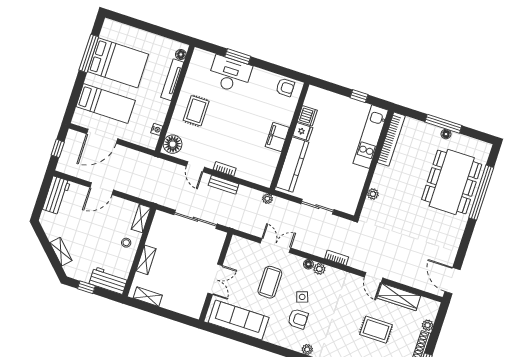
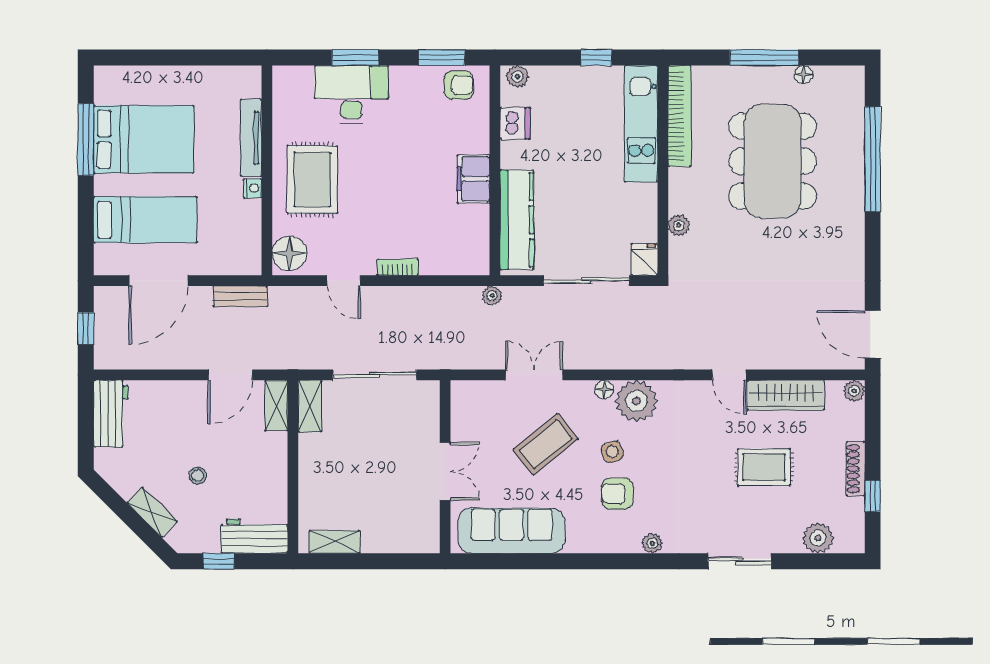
floor lamp: (181, 54) -> (252, 87), removed
window: (281, 71) -> (442, 58), added
plant: (316, 93) -> (517, 77), added
rug: (196, 111) -> (312, 180), width x1.36, depth x1.43
nightstand: (157, 129) -> (253, 188), moved
fridge: (303, 132) -> (644, 260), moved, turned -90
floor lamp: (446, 134) -> (803, 75), moved
dining table: (452, 182) -> (773, 161), moved
bench: (224, 185) -> (240, 296), moved
door: (102, 189) -> (230, 375), moved
sliding door: (317, 207) -> (587, 281), width x1.37
stool: (126, 243) -> (198, 476), moved
bookcase: (337, 258) -> (651, 361), removed
shelving: (146, 260) -> (310, 406), moved
plant: (319, 269) -> (636, 401), width x1.88, depth x1.88
coffee table: (270, 282) -> (545, 444), turned 51
armchair: (298, 319) -> (617, 494), turned 180
plant: (428, 325) -> (854, 391), moved

